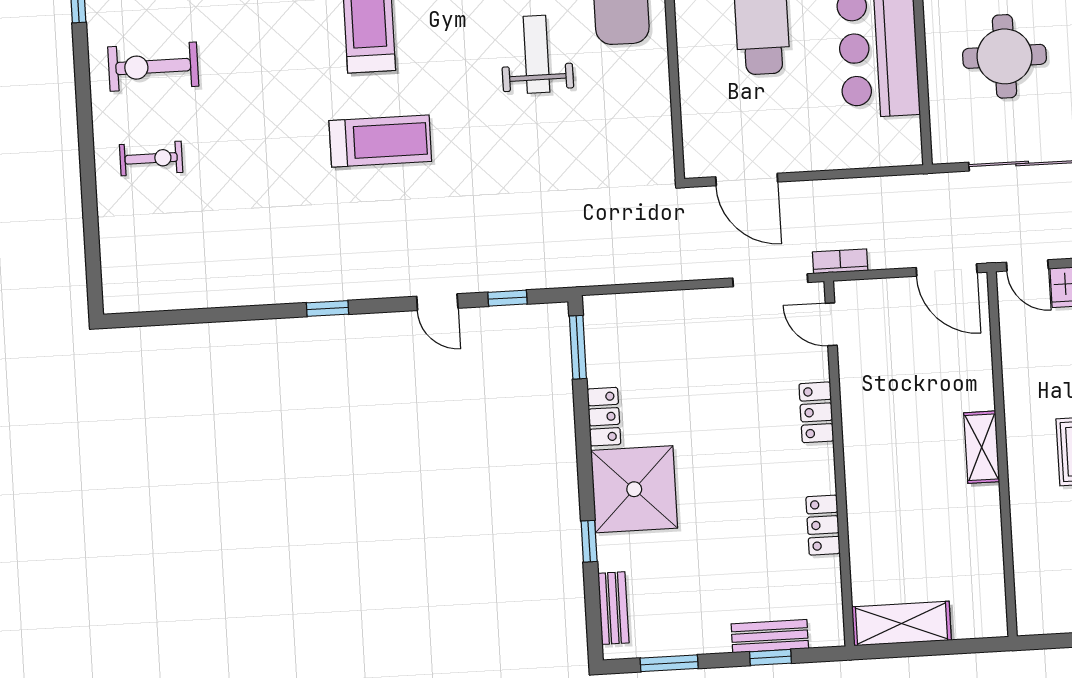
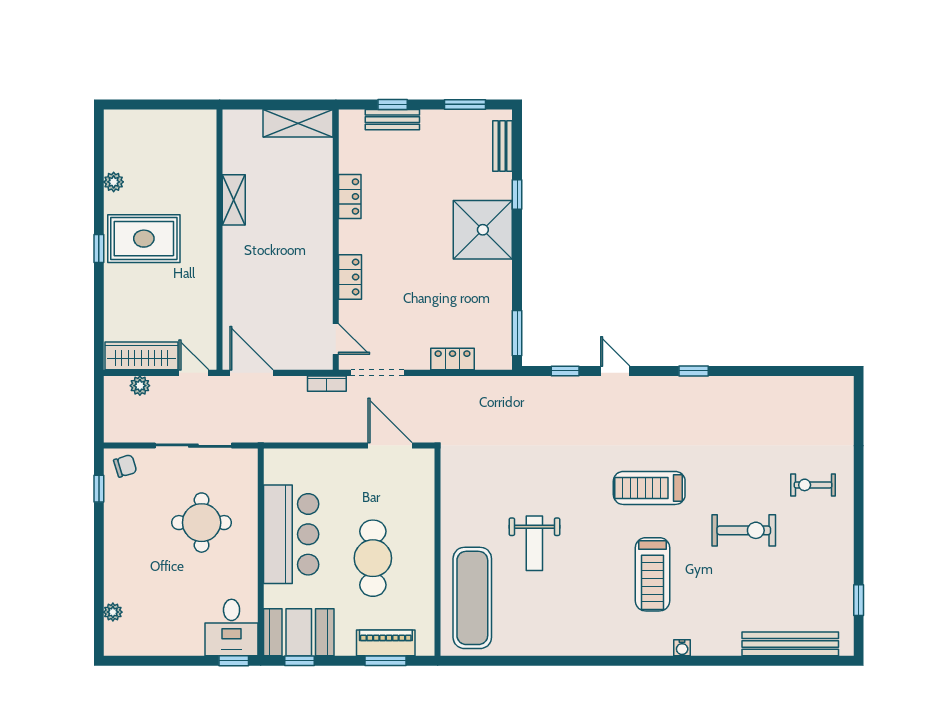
exercise bike: (153, 67) -> (744, 530), moved
locker: (604, 417) -> (453, 359), moved, turned 90
shelving: (982, 447) -> (234, 200), moved

